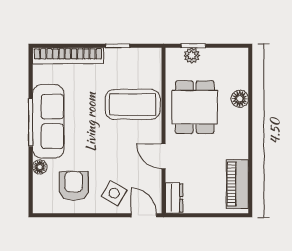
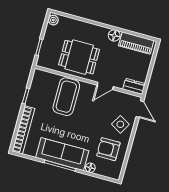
plant: (192, 56) -> (53, 20), moved
floor lamp: (240, 99) -> (114, 35), moved
door: (144, 215) -> (140, 109), swing flipped

